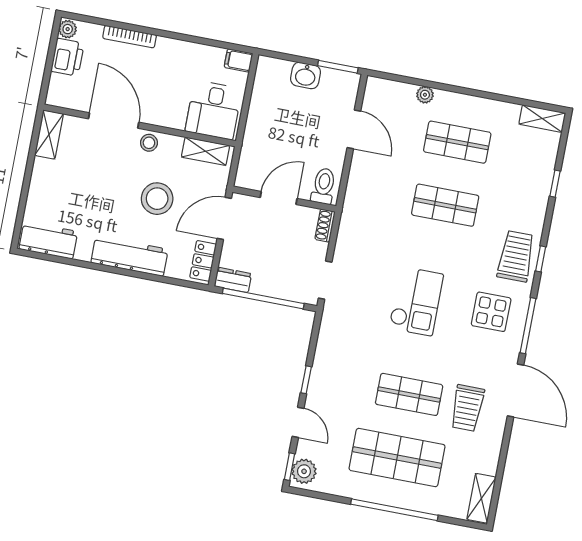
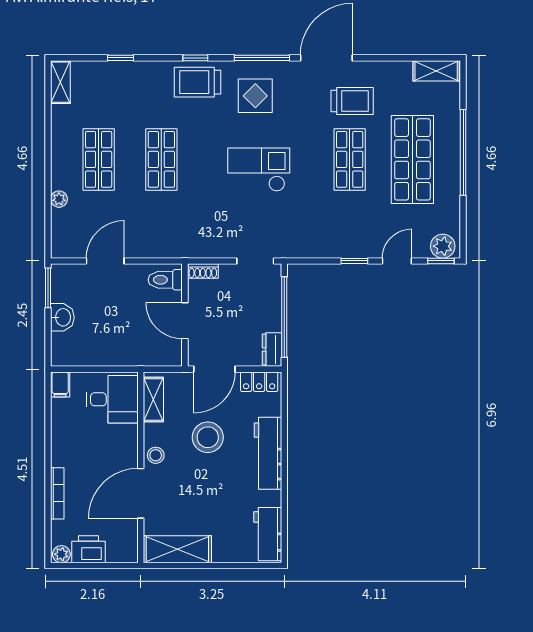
shelving: (49, 135) -> (177, 549), width x1.50, depth x1.33
door: (224, 218) -> (214, 369), hinge flipped

